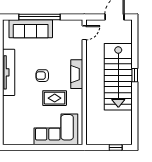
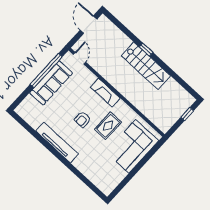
window: (39, 17) -> (46, 71), moved
sofa: (31, 29) -> (51, 83), moved
stairs: (118, 77) -> (146, 66), width x0.73, depth x0.66

